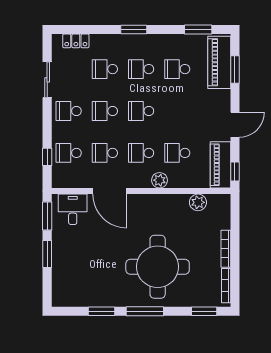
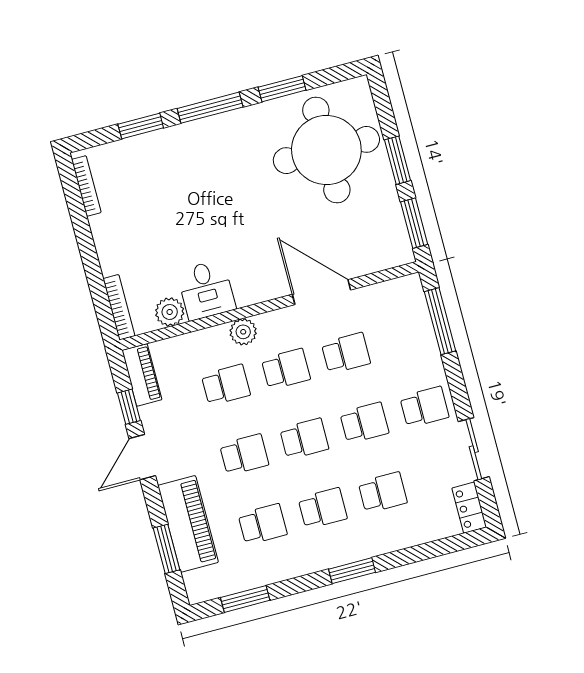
locker: (76, 41) -> (469, 508), moved, turned -90
piano: (219, 62) -> (188, 524), moved
school desk: (69, 153) -> (244, 455), moved
window: (47, 157) -> (440, 321), width x2.17
piano: (220, 165) -> (142, 375), width x0.73, depth x0.75
window: (235, 172) -> (129, 407), moved
desk: (73, 209) -> (206, 290), moved
bookcase: (226, 249) -> (119, 307), moved
round table: (158, 267) -> (326, 150), moved
window: (204, 311) -> (141, 126), moved

